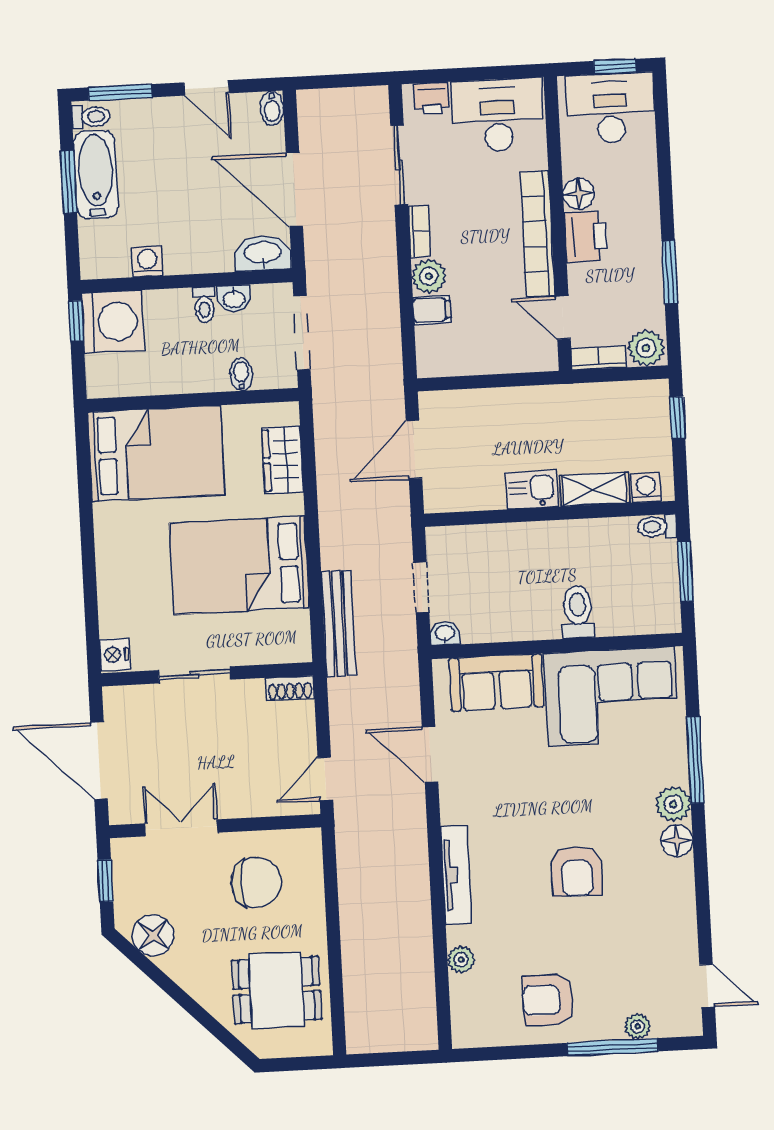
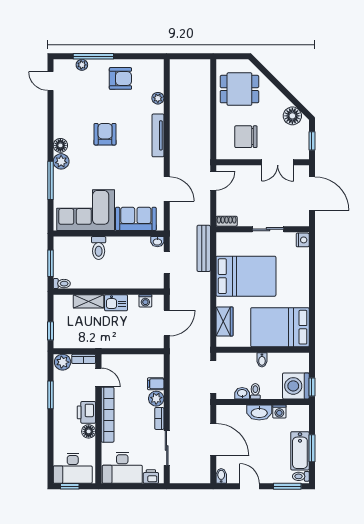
washbasin: (263, 253) -> (259, 413), moved
bidet: (241, 374) -> (262, 360), moved
washing machine: (646, 488) -> (145, 301), moved

